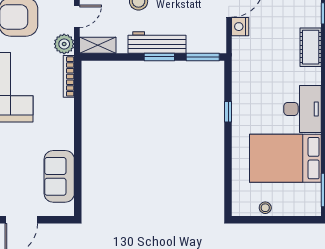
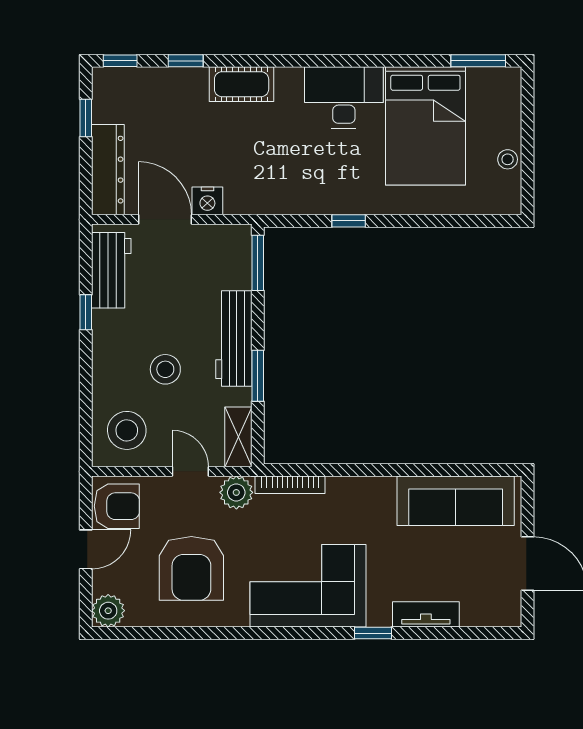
window: (159, 57) -> (258, 376), moved
sofa: (59, 176) -> (456, 501), width x1.36

